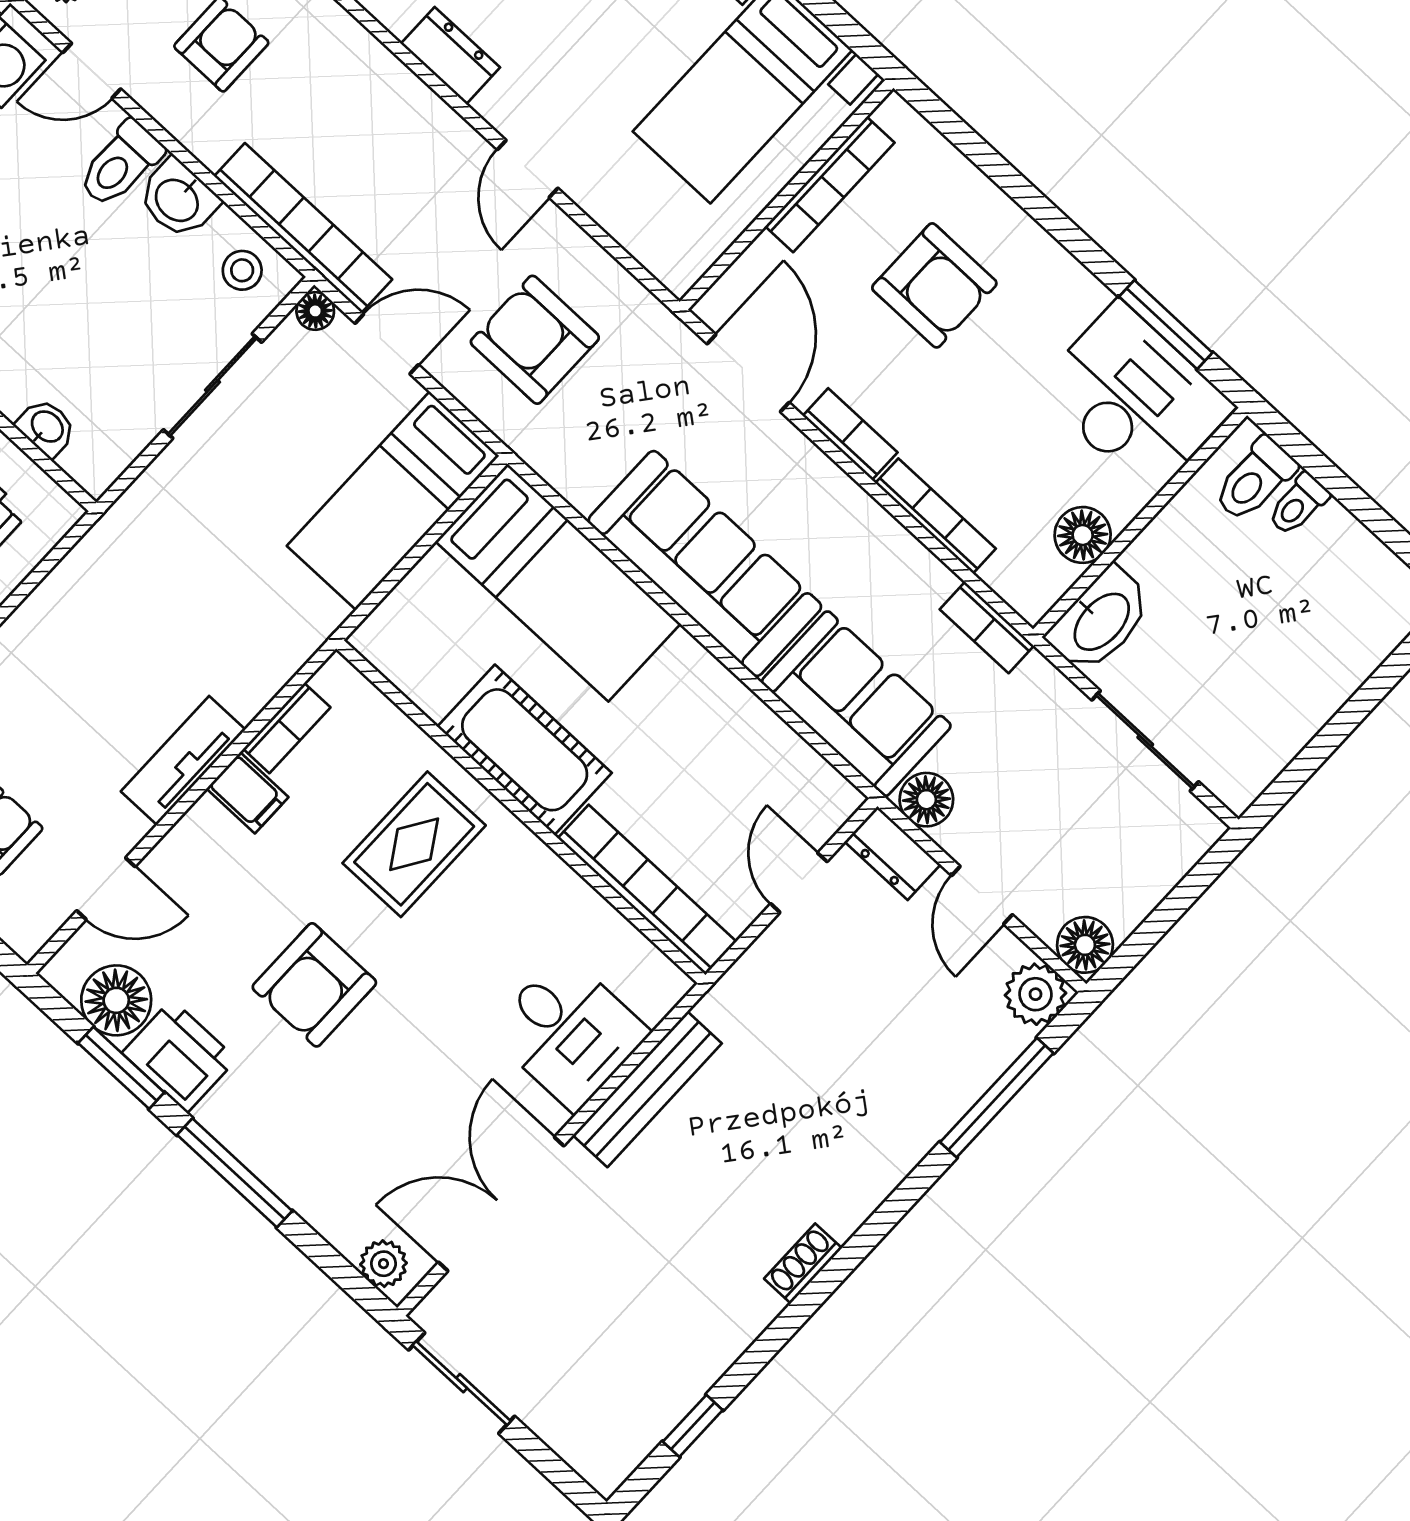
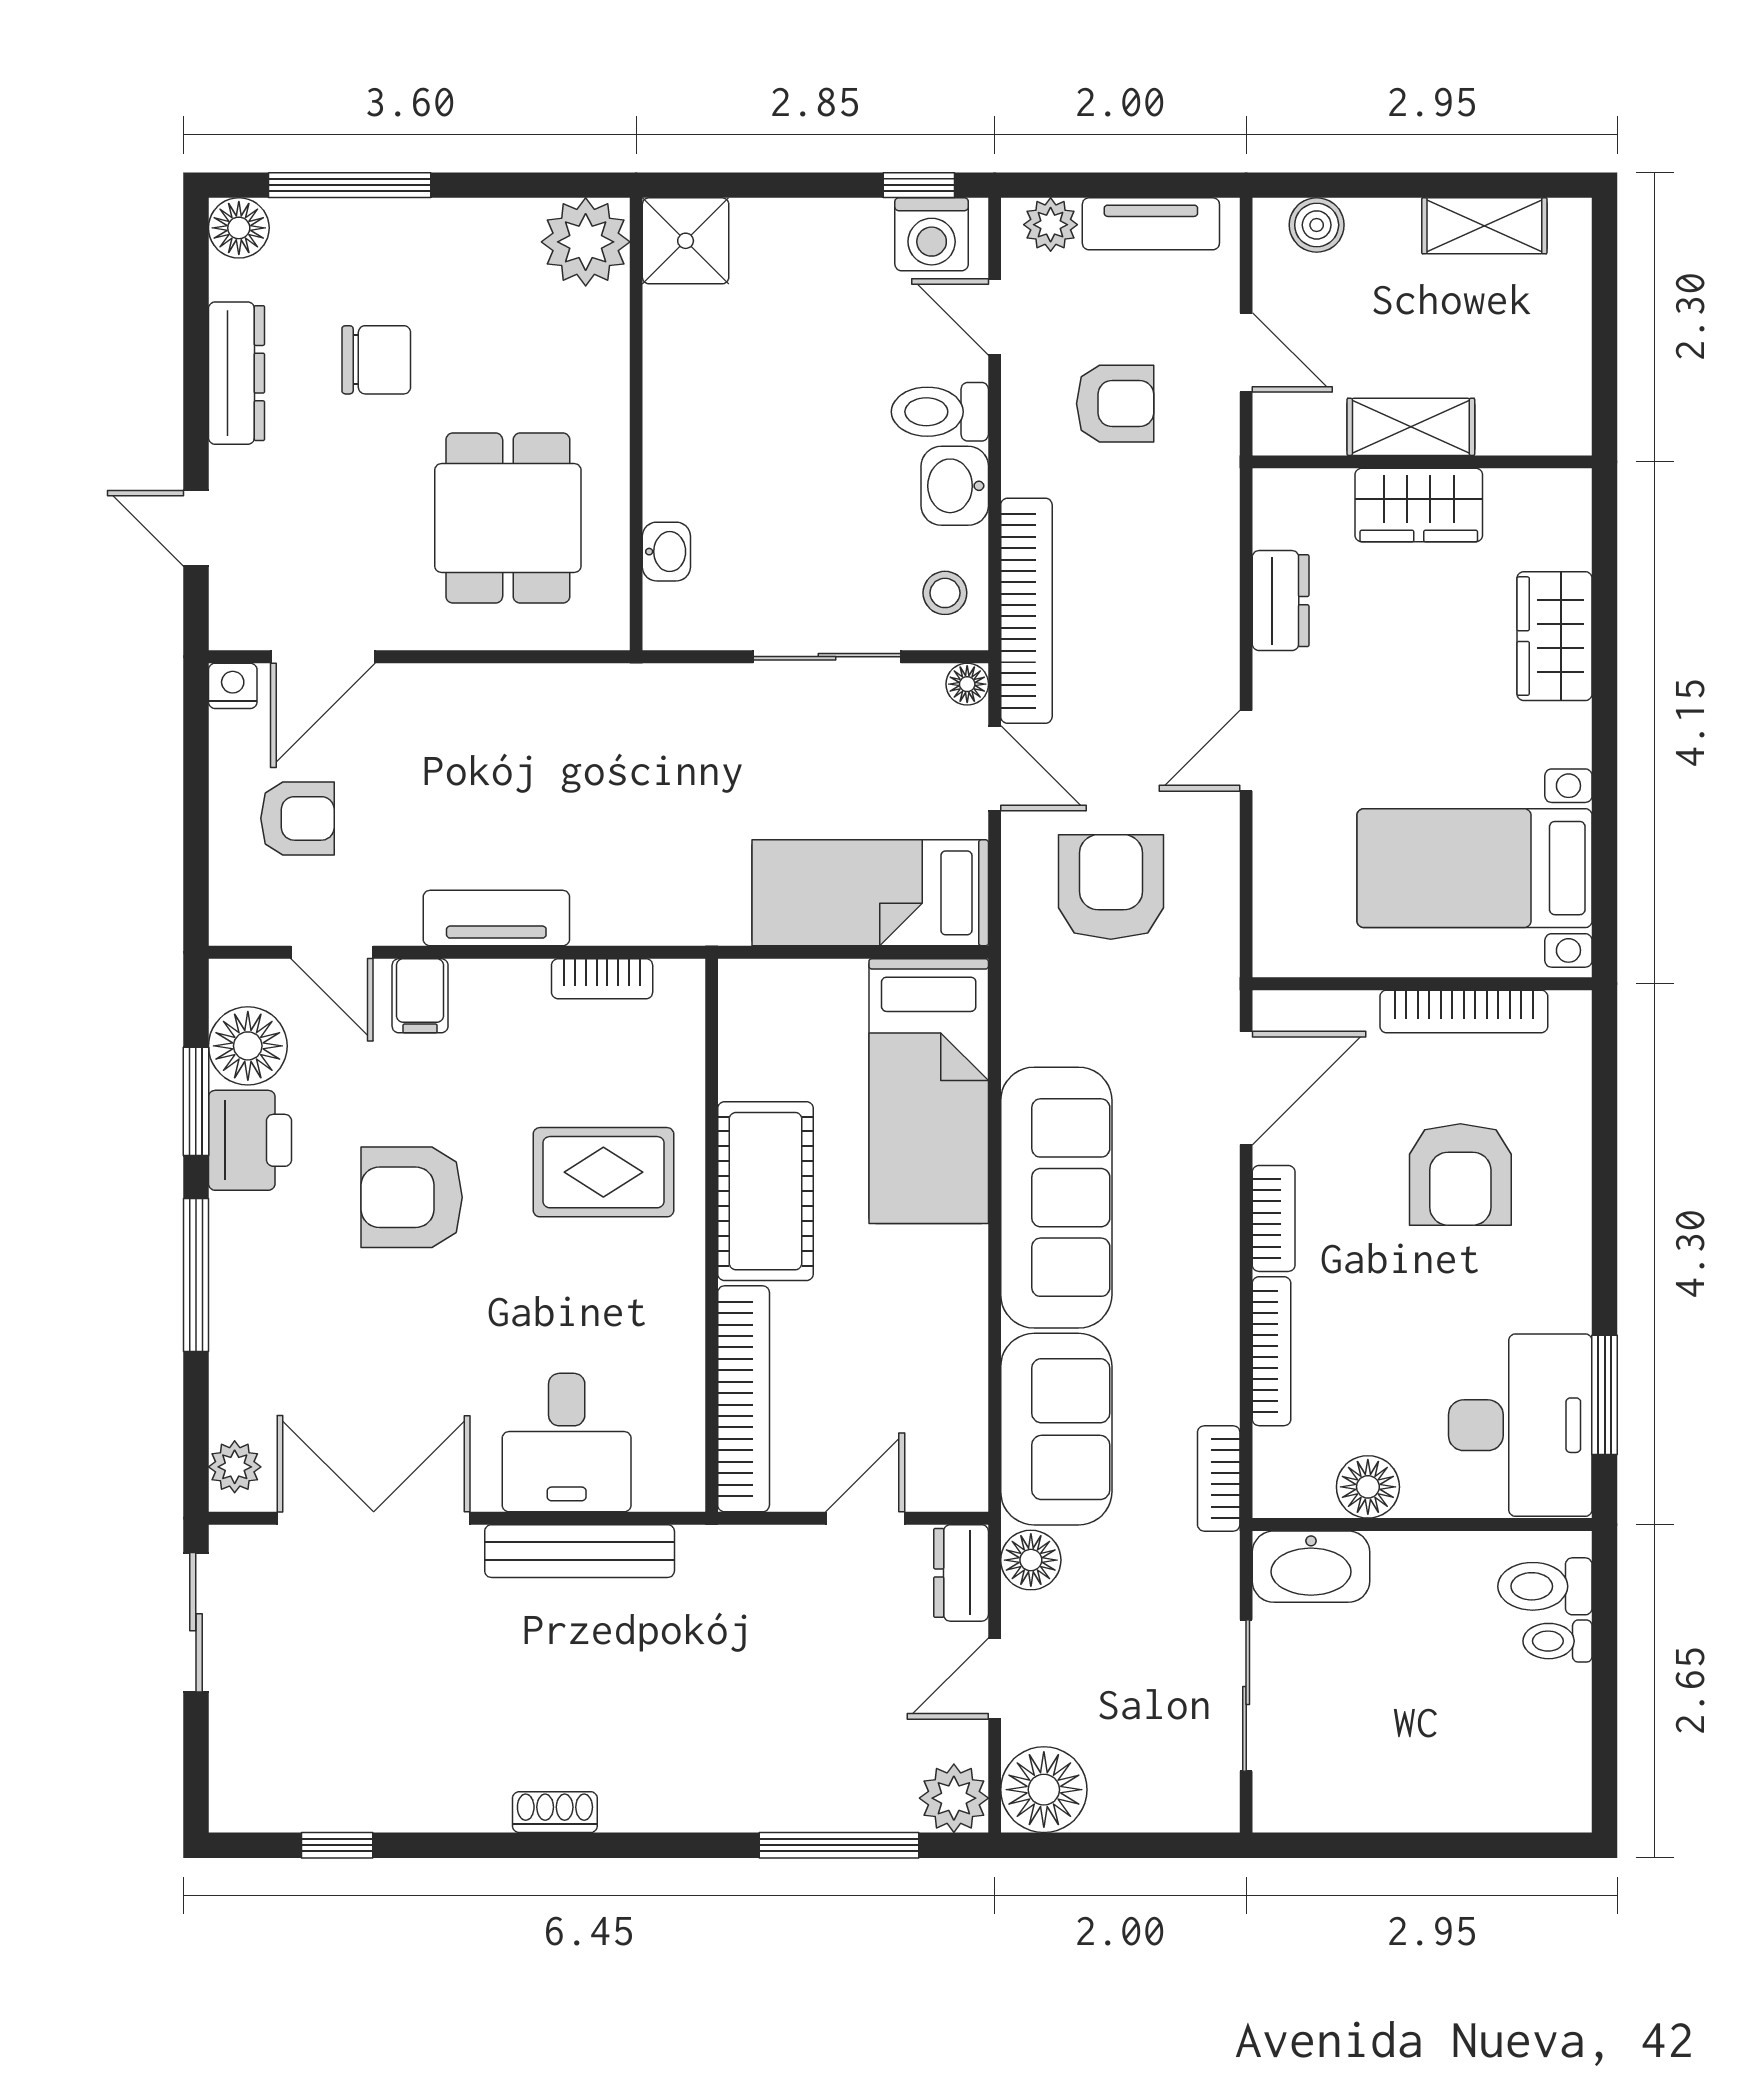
filing cabinet: (247, 793) -> (420, 996), moved
floor lamp: (1085, 945) -> (1044, 1790), width x1.38, depth x1.38

